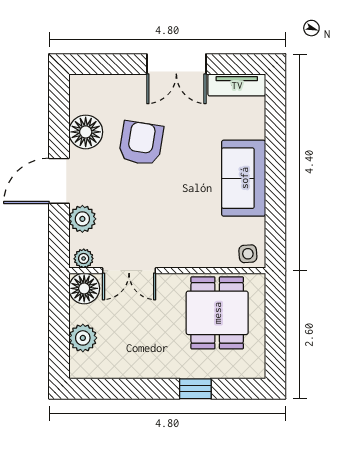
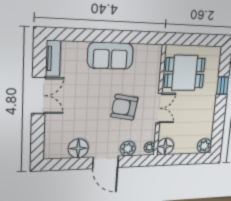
armchair: (141, 143) -> (124, 107), moved
side table: (248, 254) -> (154, 54), removed
double door: (129, 271) -> (159, 108), moved
plant: (83, 338) -> (204, 146), moved

